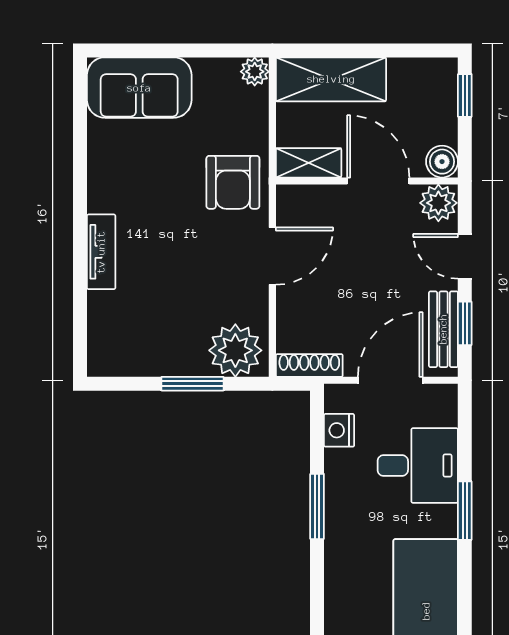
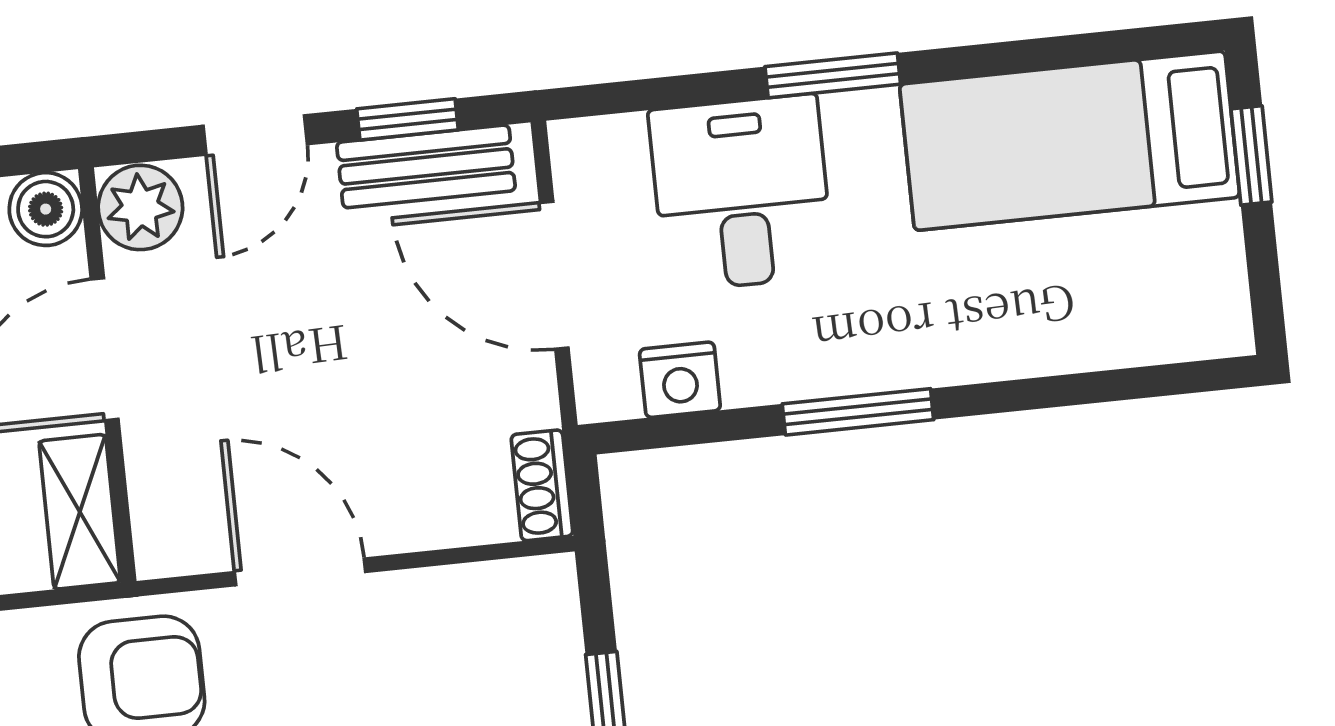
plant: (235, 350) -> (523, 634), removed
shoe rack: (309, 365) -> (542, 485), width x0.70

